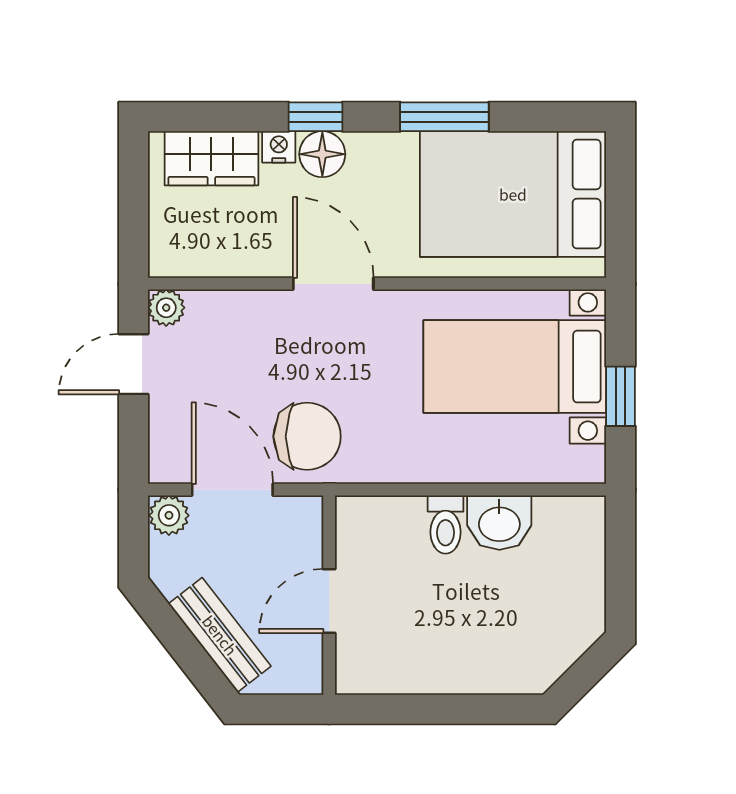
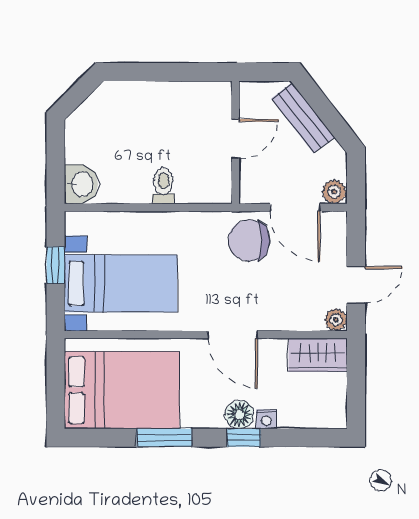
wardrobe: (211, 158) -> (317, 355), moved, turned 180
washbasin: (499, 523) -> (81, 184), moved, turned 90

